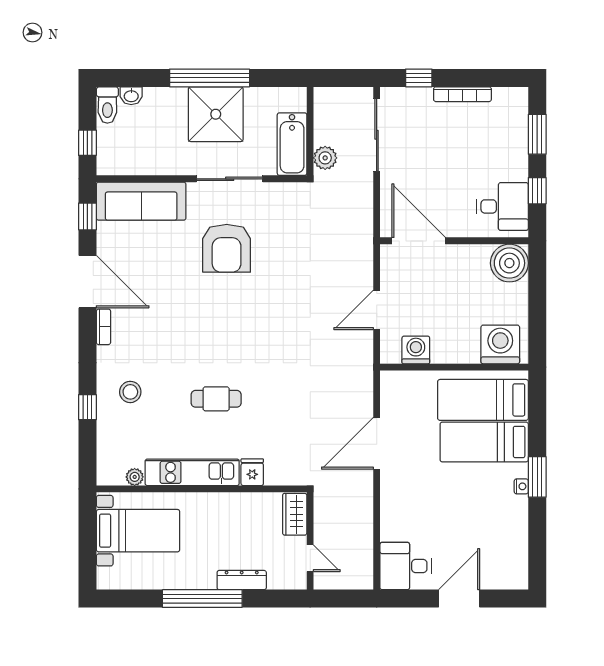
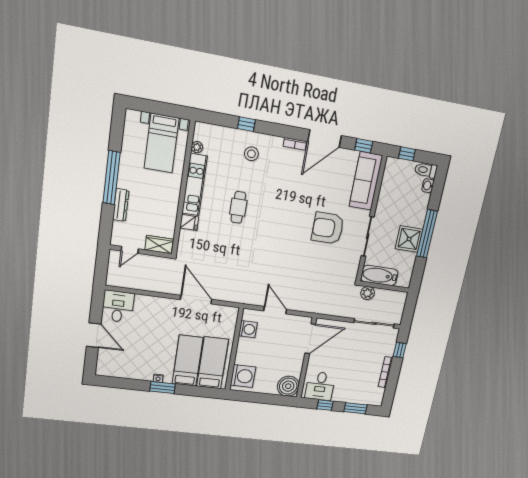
shower: (216, 114) -> (409, 239), width x0.73, depth x0.73

